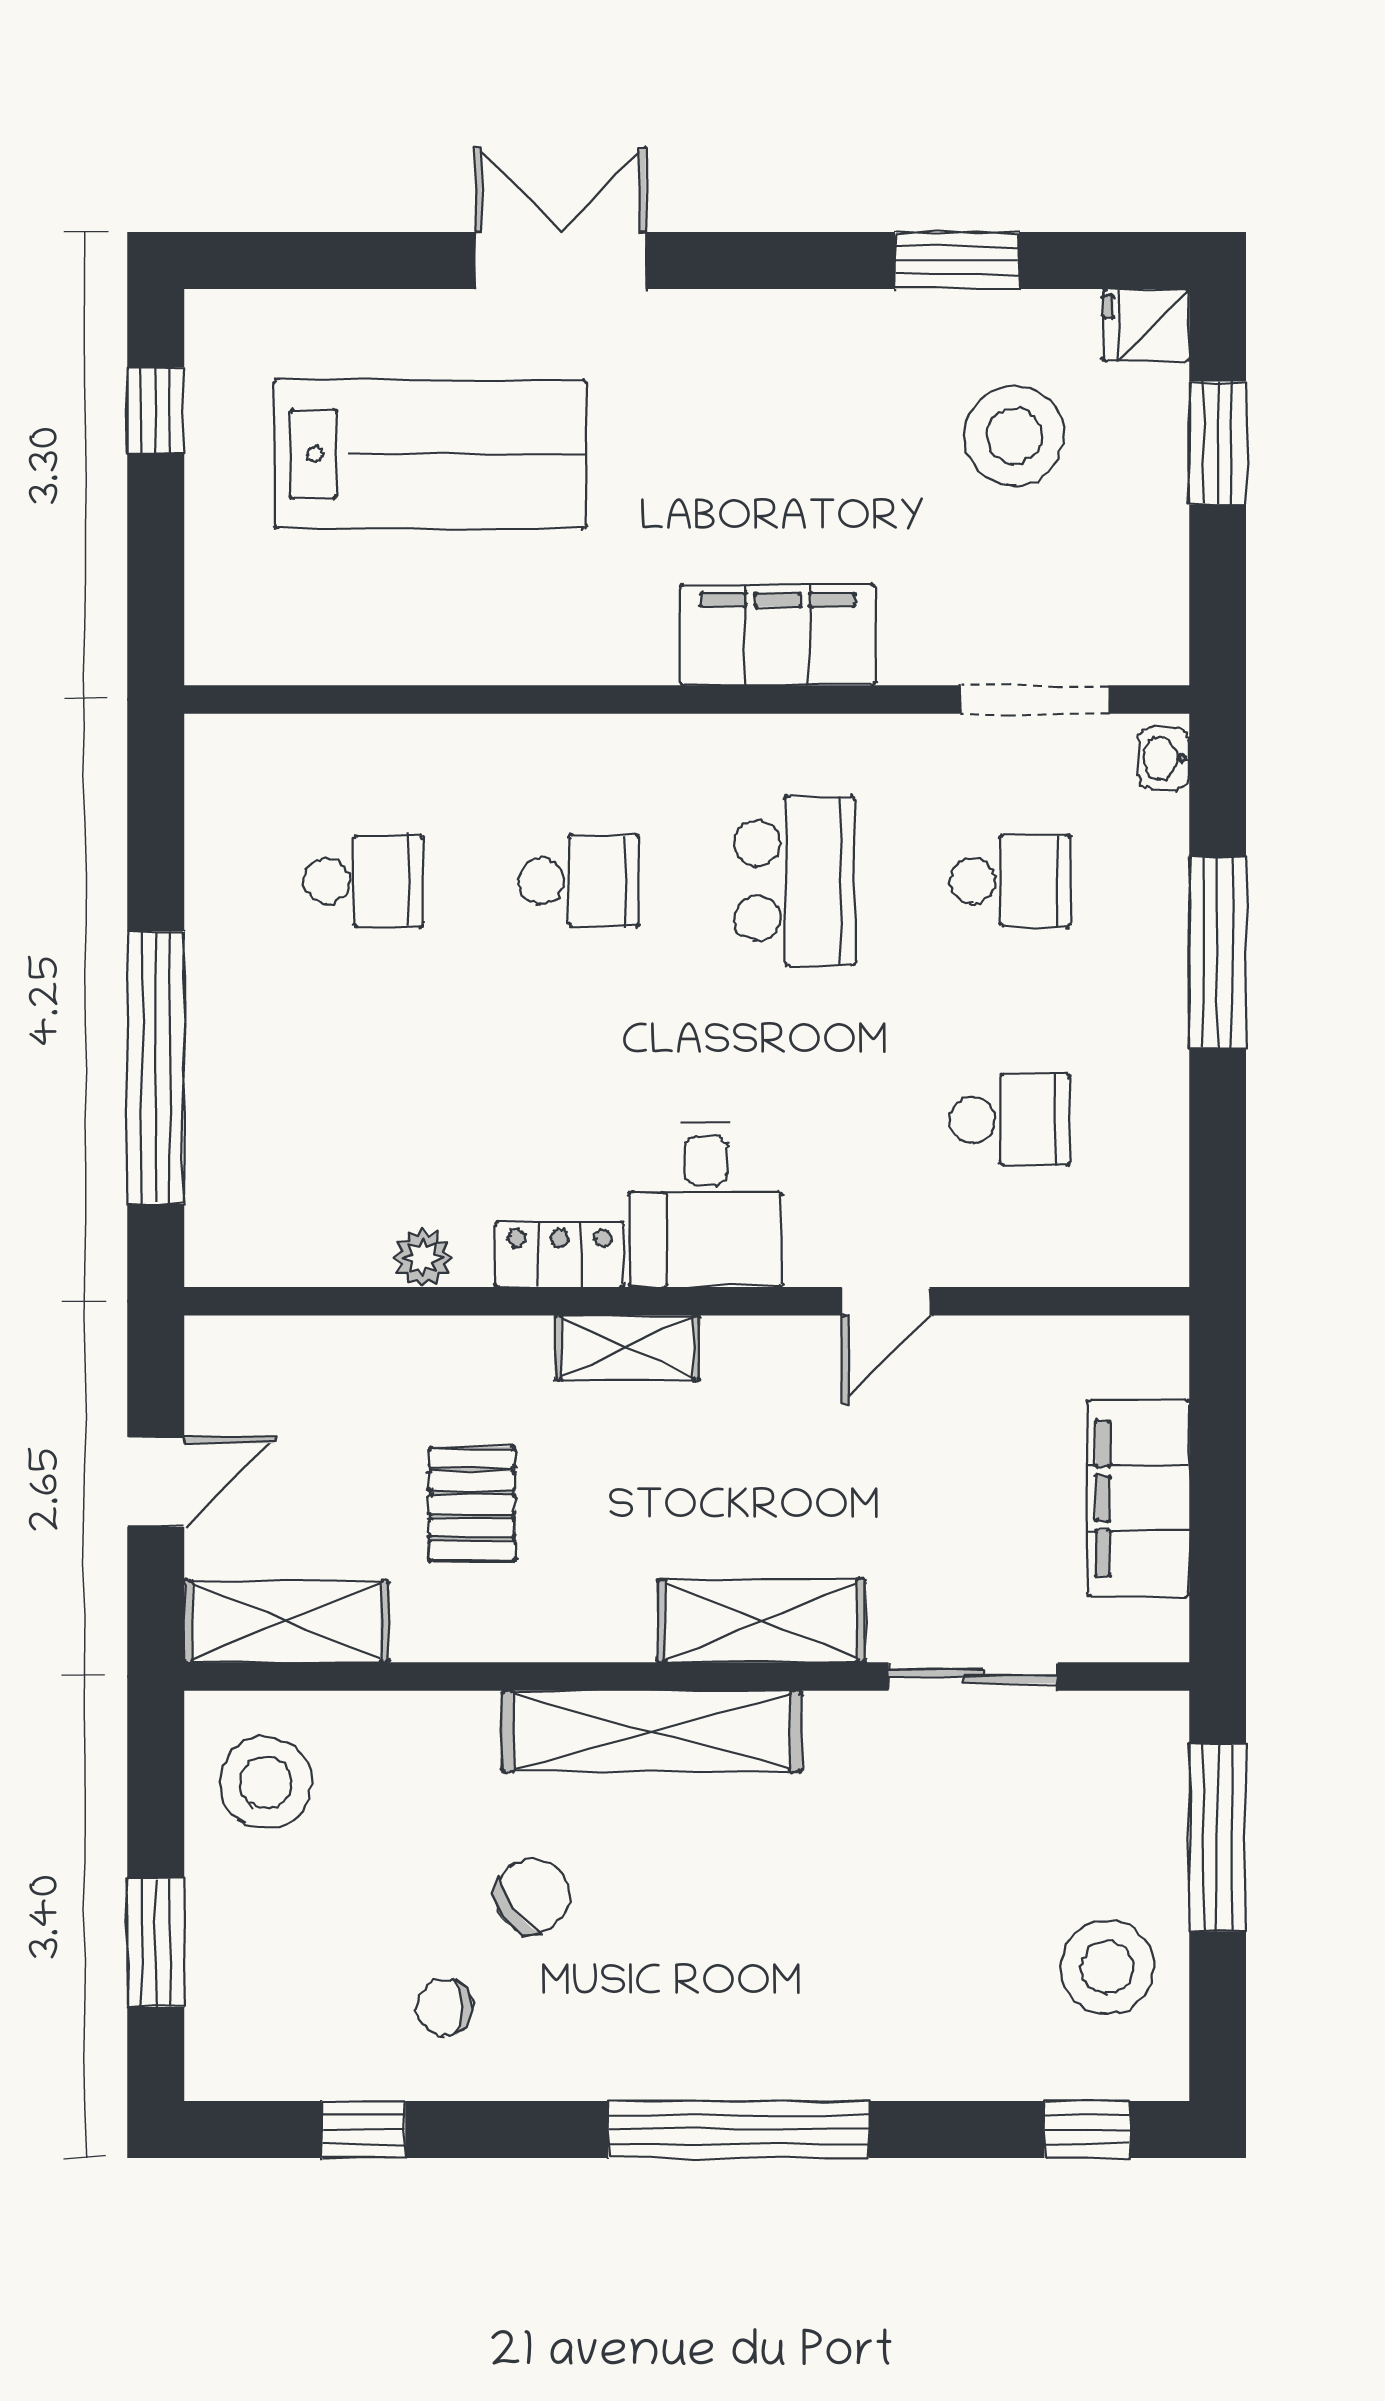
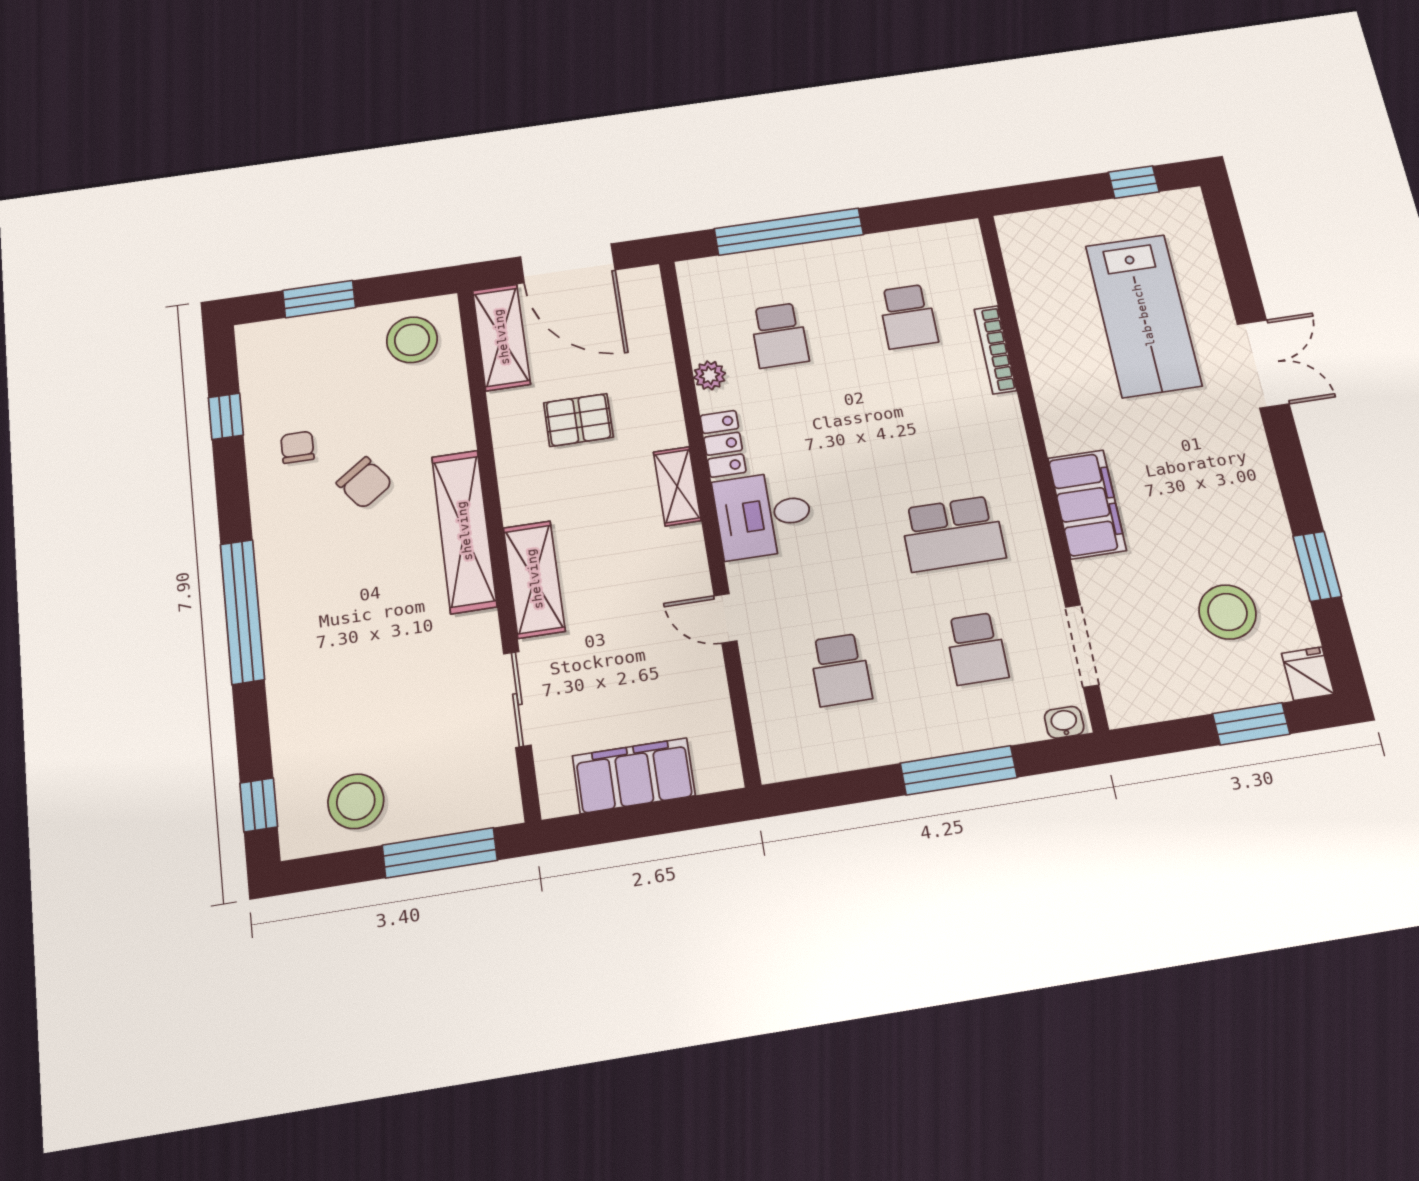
bookcase: (455, 736) -> (995, 350), added
school desk: (579, 881) -> (779, 335), moved
door: (156, 1482) -> (568, 263), width x1.88

